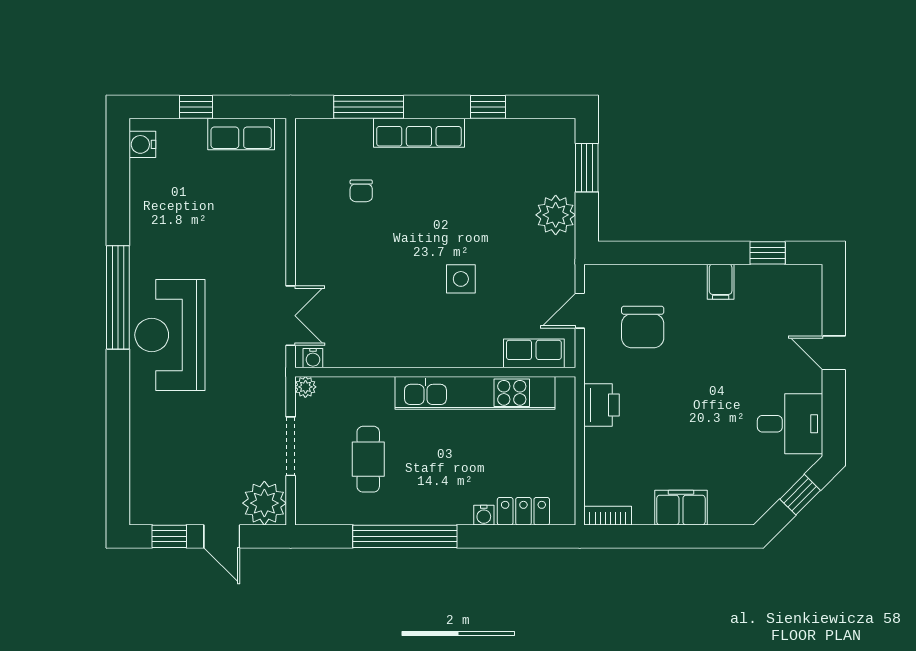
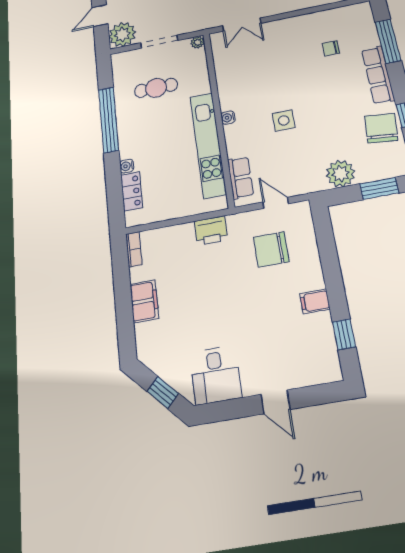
chair: (501, 146) -> (381, 128), added
door: (834, 353) -> (275, 402), swing flipped
water cooler: (313, 358) -> (228, 118), moved

